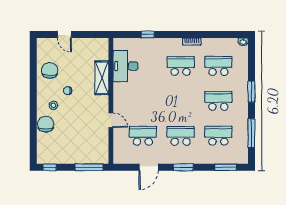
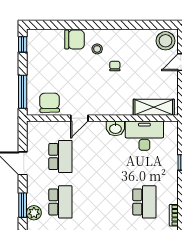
stool: (47, 48) -> (166, 41), added
chair: (50, 70) -> (50, 103), moved, turned -91
shelving: (102, 78) -> (154, 107), moved
washbasin: (119, 90) -> (115, 128), added
plant: (190, 158) -> (34, 213), added

